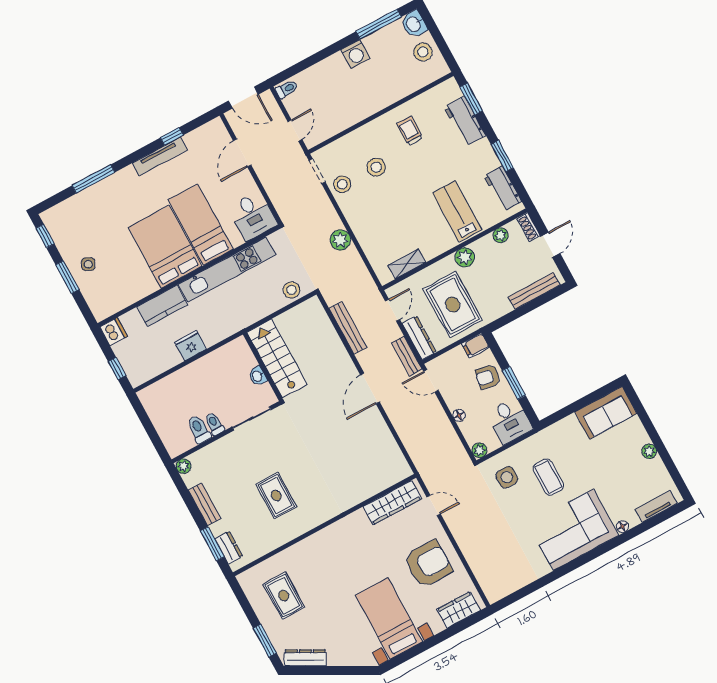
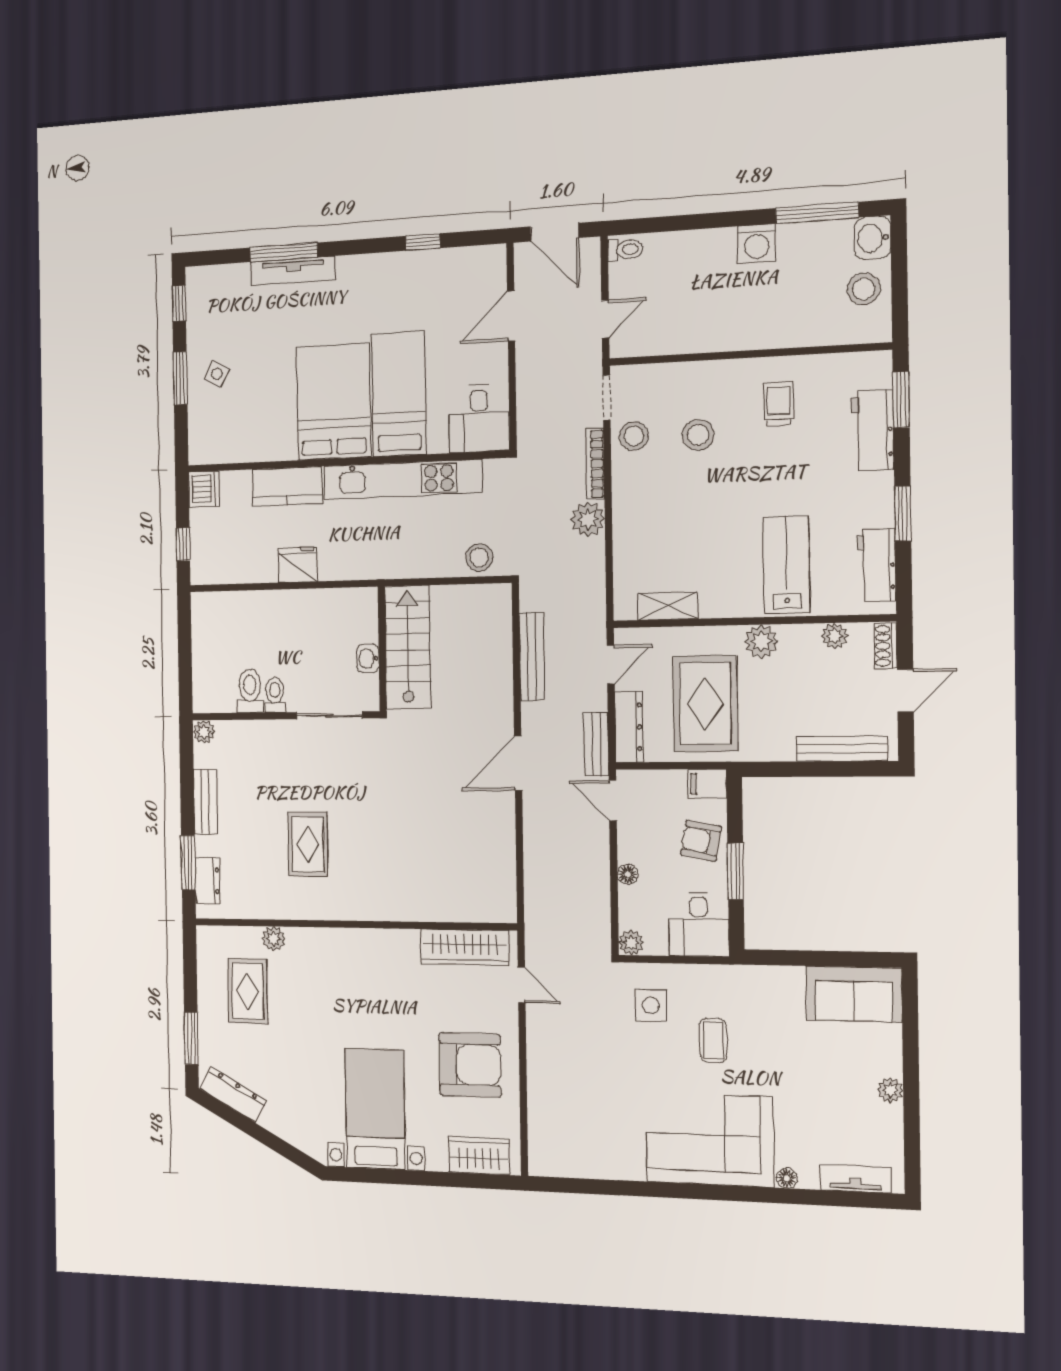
tv unit: (160, 156) -> (293, 271), moved
bookcase: (329, 209) -> (595, 464), added
coffee table: (548, 477) -> (713, 1040), width x0.73, depth x0.77
plant: (284, 558) -> (274, 939), added

